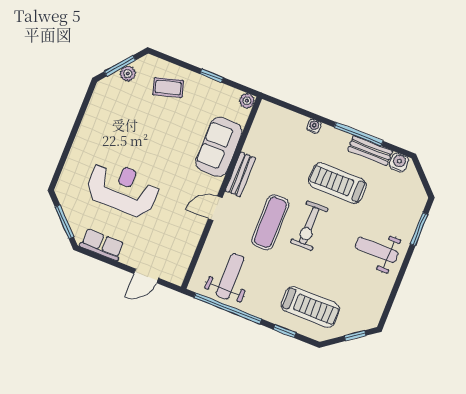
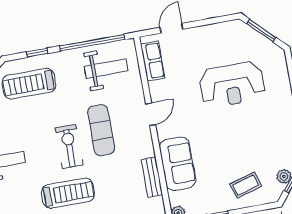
bench: (240, 174) -> (152, 177), moved
row of seats: (102, 245) -> (153, 61), moved, turned -90
weight bench: (230, 276) -> (106, 69), turned -90

